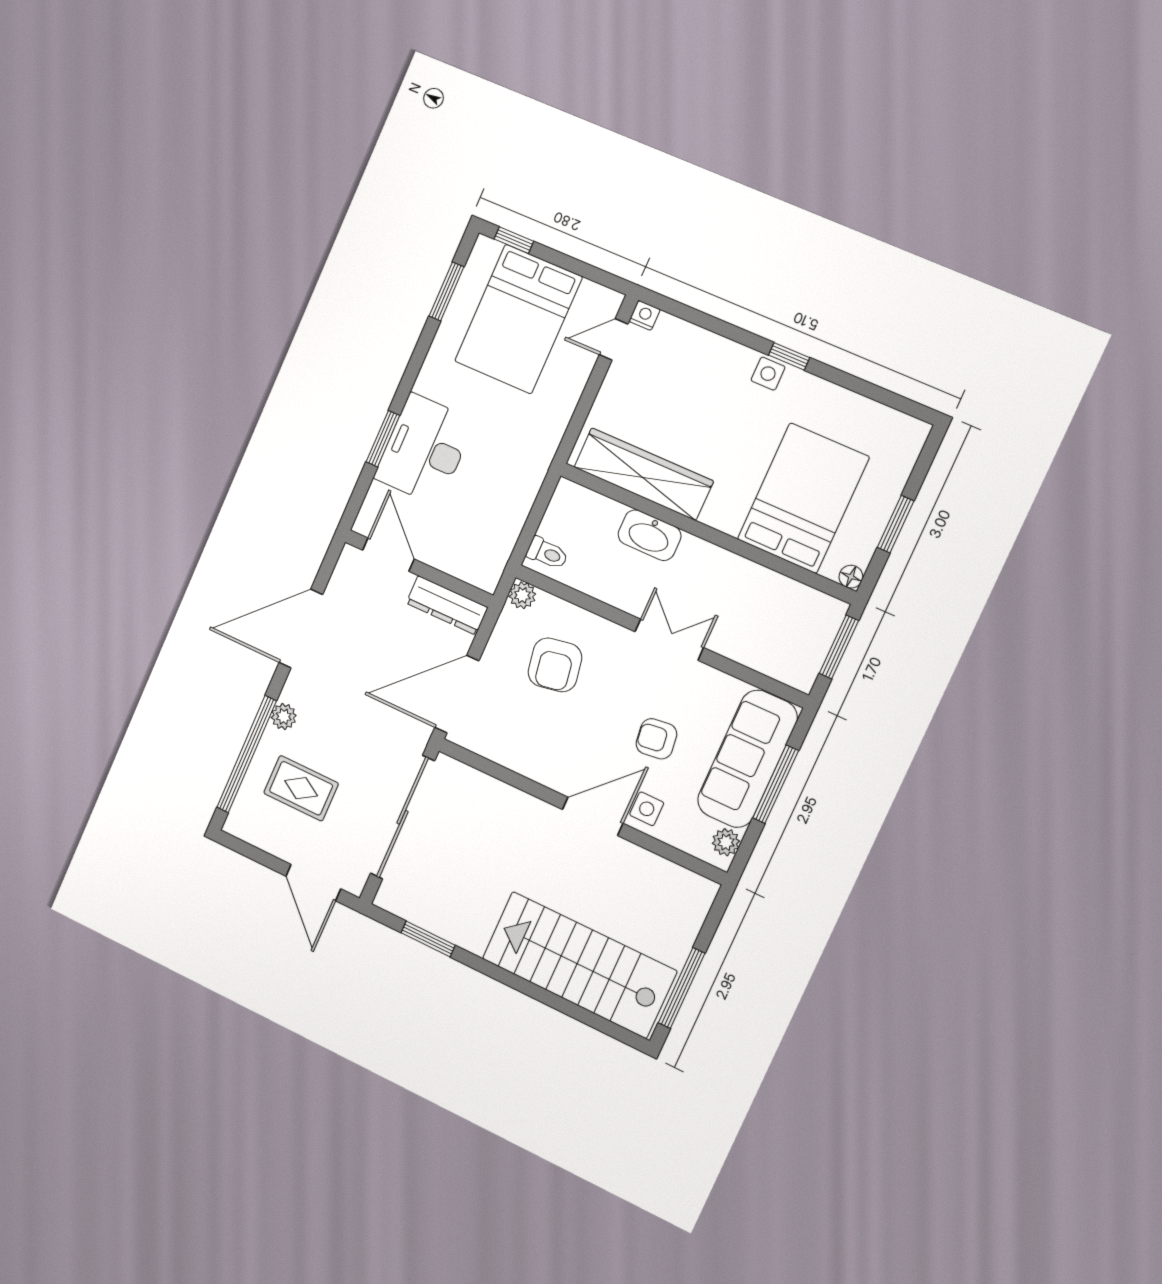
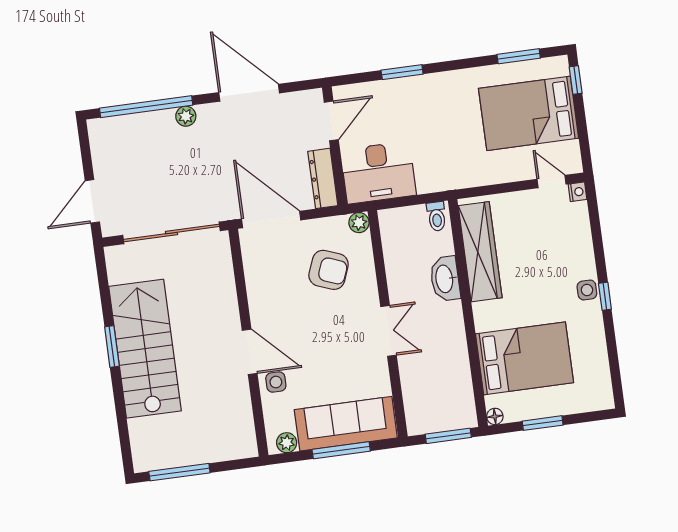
desk: (424, 449) -> (378, 172), moved, turned 180
toilet: (547, 553) -> (437, 216), moved
armchair: (555, 665) -> (329, 270), turned -149
armchair: (656, 739) -> (323, 361), removed
rug: (301, 788) -> (147, 156), removed
window: (428, 939) -> (112, 346), moved
stairs: (579, 965) -> (145, 349), moved

